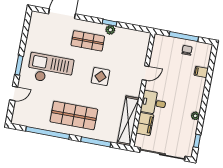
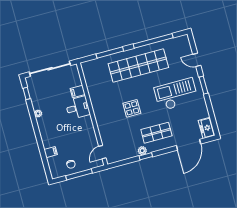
freezer: (36, 22) -> (207, 128), added
checkout: (50, 69) -> (176, 94), turned 180
door: (146, 73) -> (102, 152), moved
door: (14, 93) -> (197, 60), hinge flipped
shop shelf: (74, 115) -> (138, 66), width x1.40
shelving: (128, 121) -> (91, 83), removed
filing cabinet: (145, 124) -> (78, 91), width x0.50

